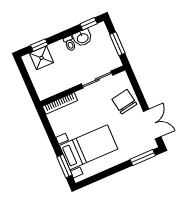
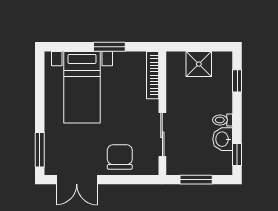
shower: (41, 58) -> (199, 64), moved
chair: (124, 102) -> (120, 157), turned -80
window: (64, 166) -> (109, 47), moved

